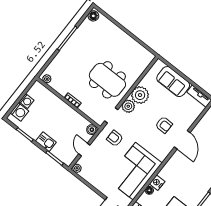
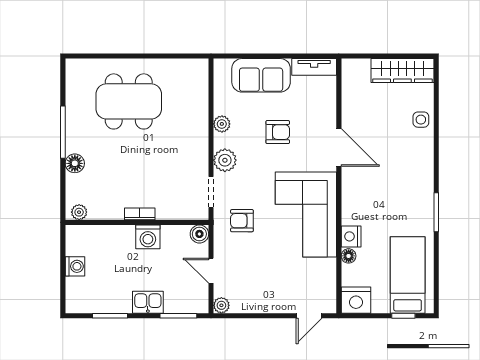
floor lamp: (93, 16) -> (75, 163), moved
dining table: (107, 80) -> (129, 101), moved
plant: (140, 95) -> (222, 124), width x0.53, depth x0.53
washing machine: (19, 112) -> (148, 237), moved, turned 90
armchair: (164, 125) -> (278, 132), moved
corner sofa: (134, 171) -> (306, 215), moved

